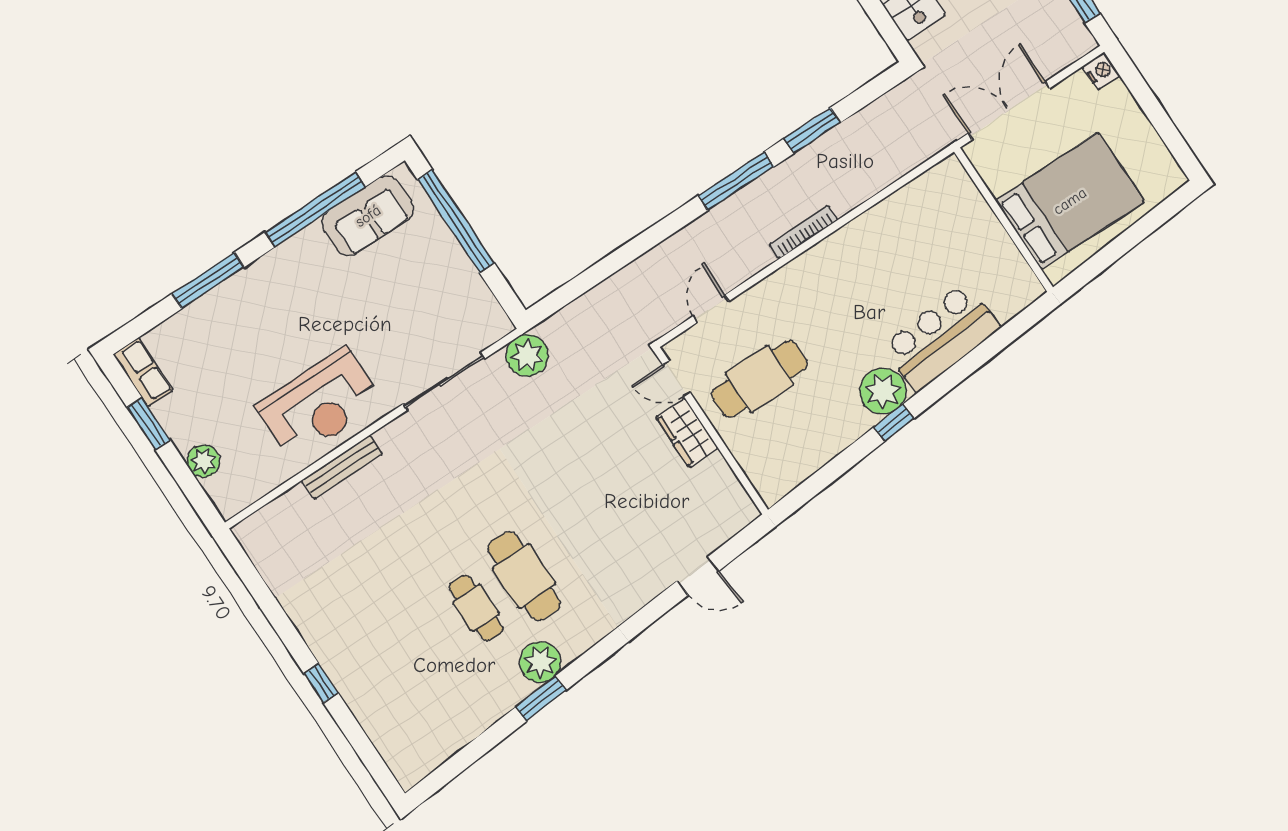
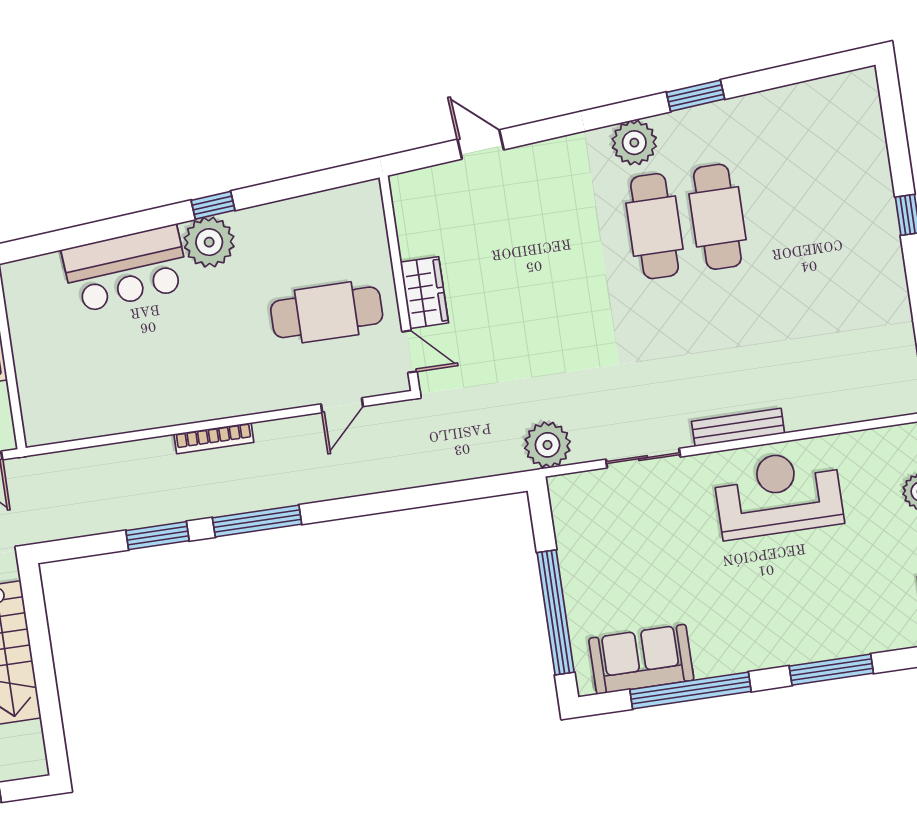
sliding door: (444, 381) -> (643, 458), width x0.73
bench: (342, 467) -> (738, 427), moved
cafe table: (476, 608) -> (717, 217), width x1.37, depth x1.35
plant: (540, 662) -> (634, 143), moved

